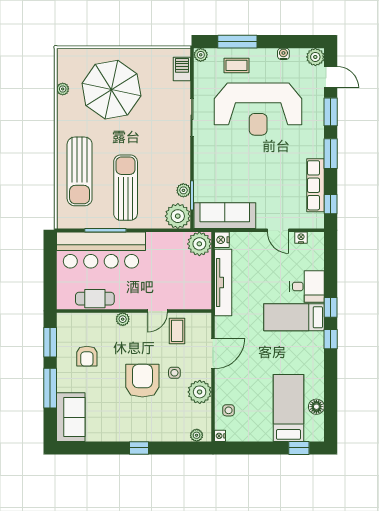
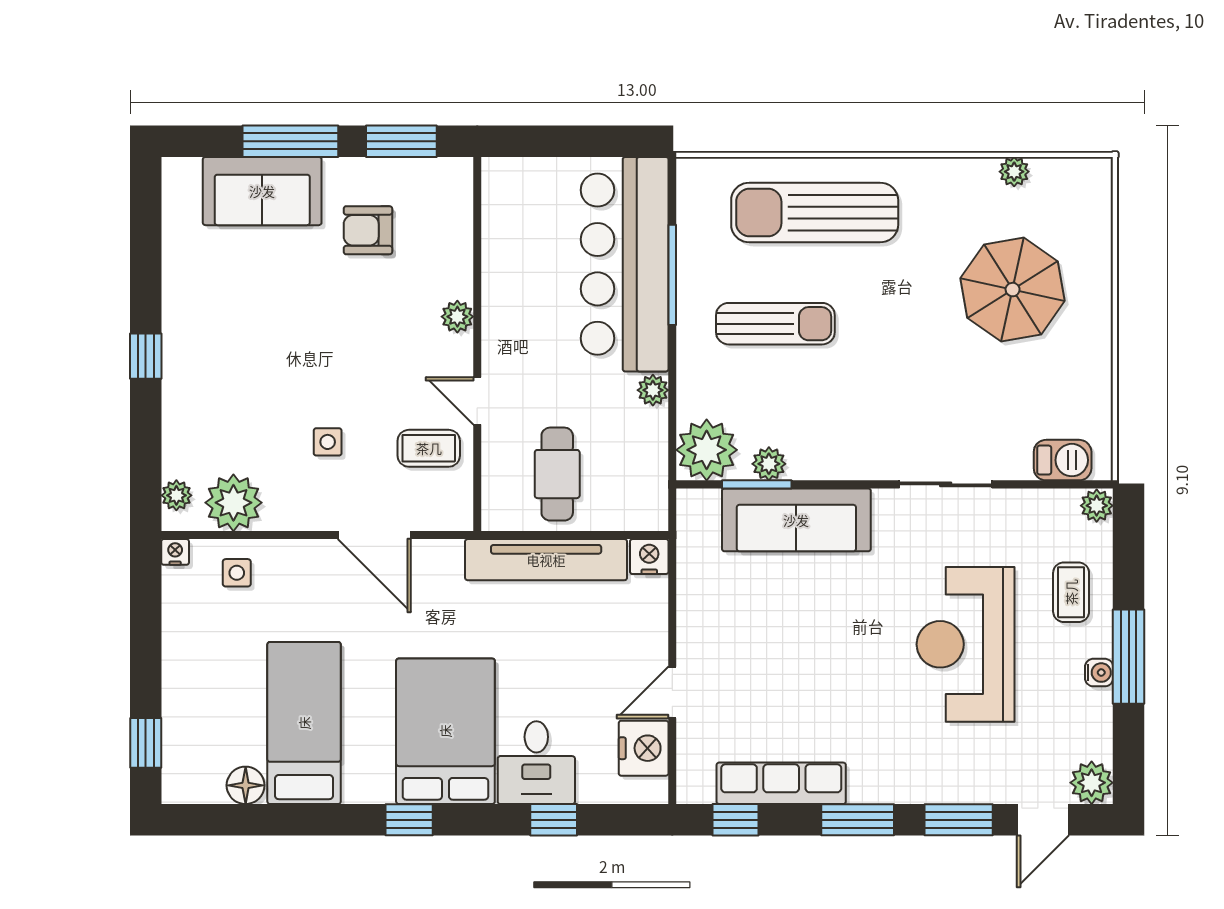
window: (237, 42) -> (1129, 657), moved
water cooler: (283, 54) -> (1099, 673), moved
parasol: (111, 90) -> (1013, 290), width x0.73, depth x0.73
reception desk: (258, 109) -> (966, 644), width x0.74, depth x0.77
sun lounger: (126, 188) -> (775, 324), width x0.73, depth x0.75
sofa: (225, 216) -> (796, 520), moved, turned 90
nightstand: (301, 238) -> (644, 748), width x1.89, depth x1.79
plant: (199, 244) -> (653, 390), moved, width x0.53, depth x0.53
cafe table: (95, 299) -> (557, 474), moved
window: (331, 307) -> (554, 820), moved
bed: (294, 317) -> (445, 731), width x1.50
armchair: (142, 381) -> (308, 364), removed
plant: (200, 392) -> (233, 503), moved
bed: (288, 408) -> (304, 723), moved, turned -90
sofa: (71, 417) -> (262, 191), moved

